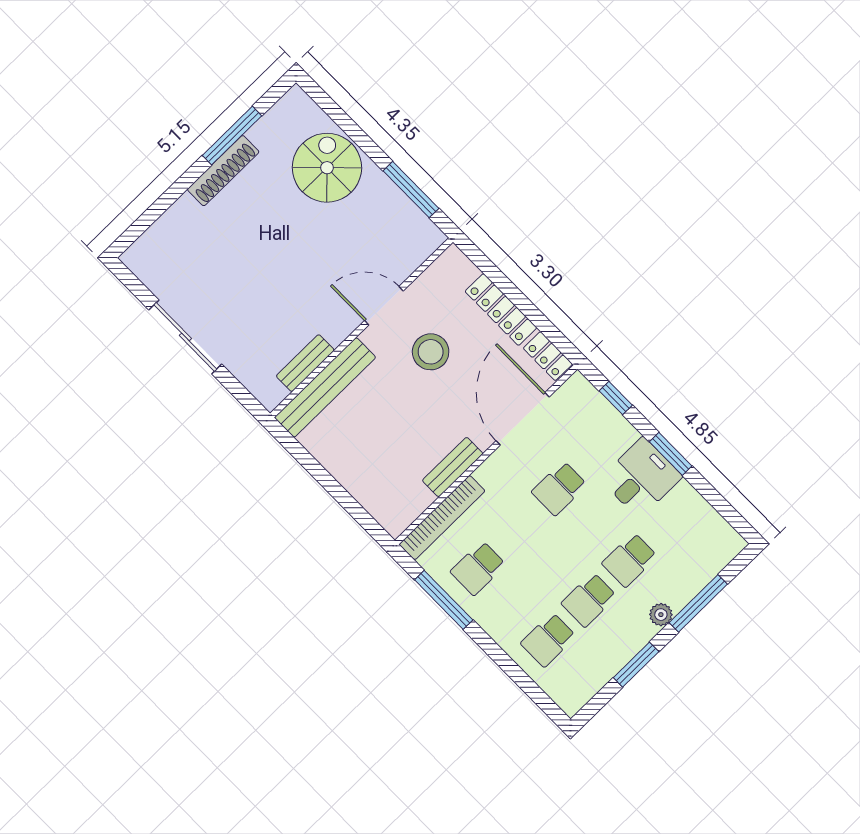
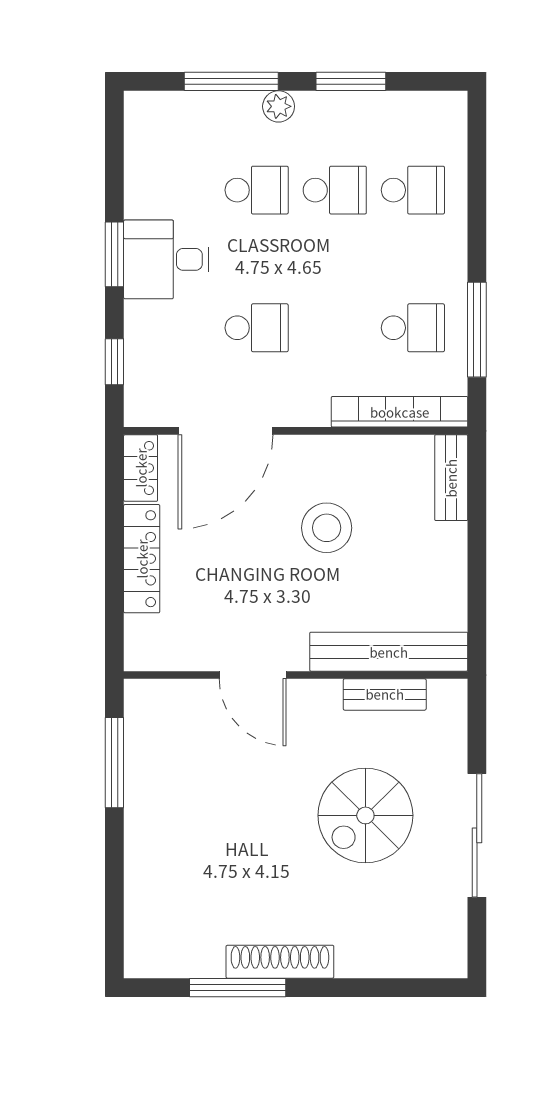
spiral stairs: (327, 168) -> (365, 815), moved
stool: (431, 352) -> (327, 528), moved
bench: (453, 467) -> (451, 478), moved, turned 90

